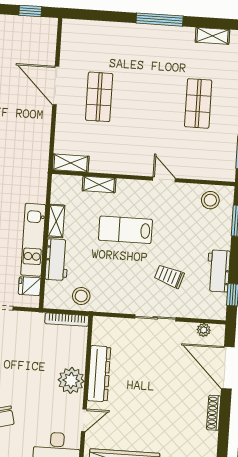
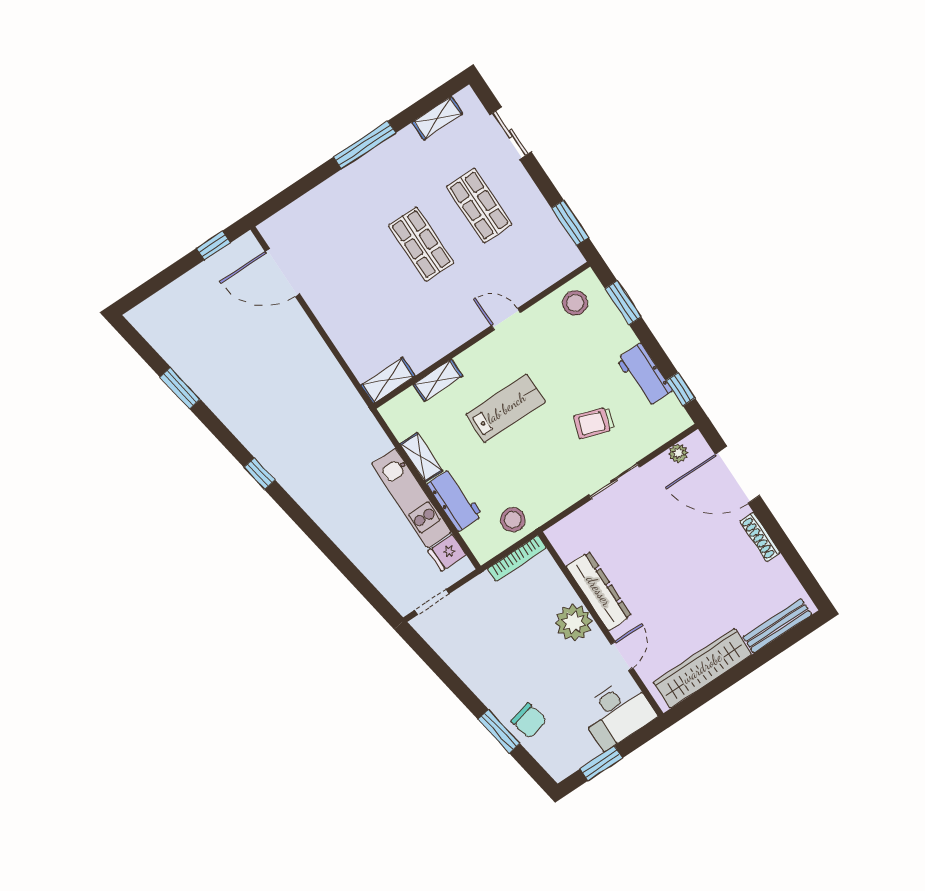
door: (56, 86) -> (282, 273), moved
shop shelf: (99, 97) -> (421, 244), moved
lab bench: (125, 230) -> (506, 408), turned 180

